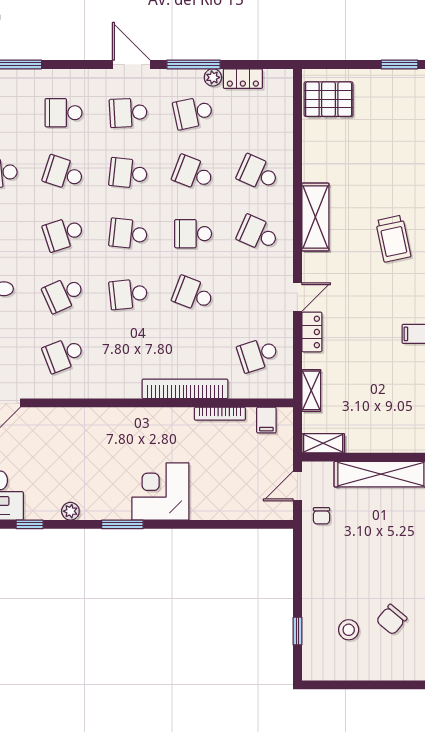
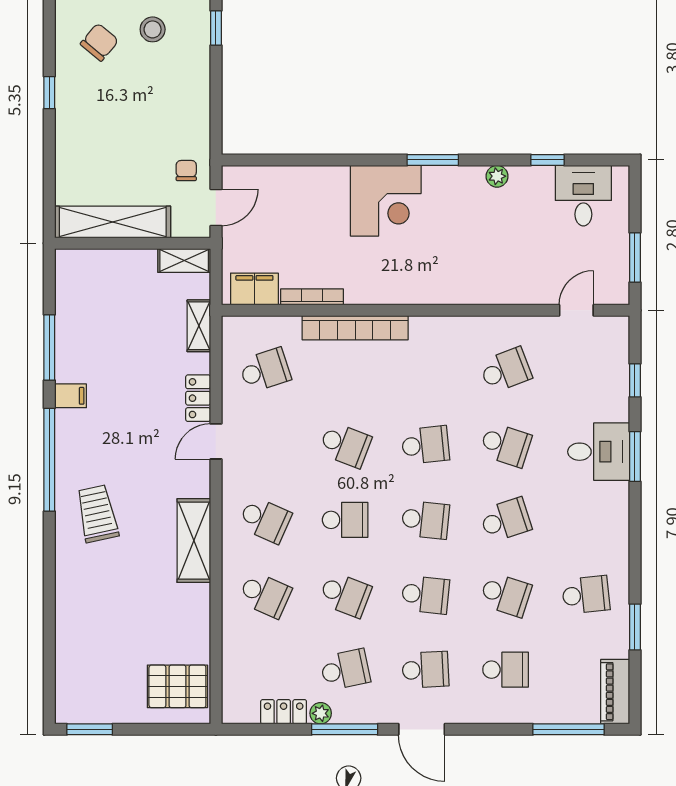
school desk: (63, 294) -> (506, 445), turned 42
filing cabinet: (266, 420) -> (254, 289), width x2.00

